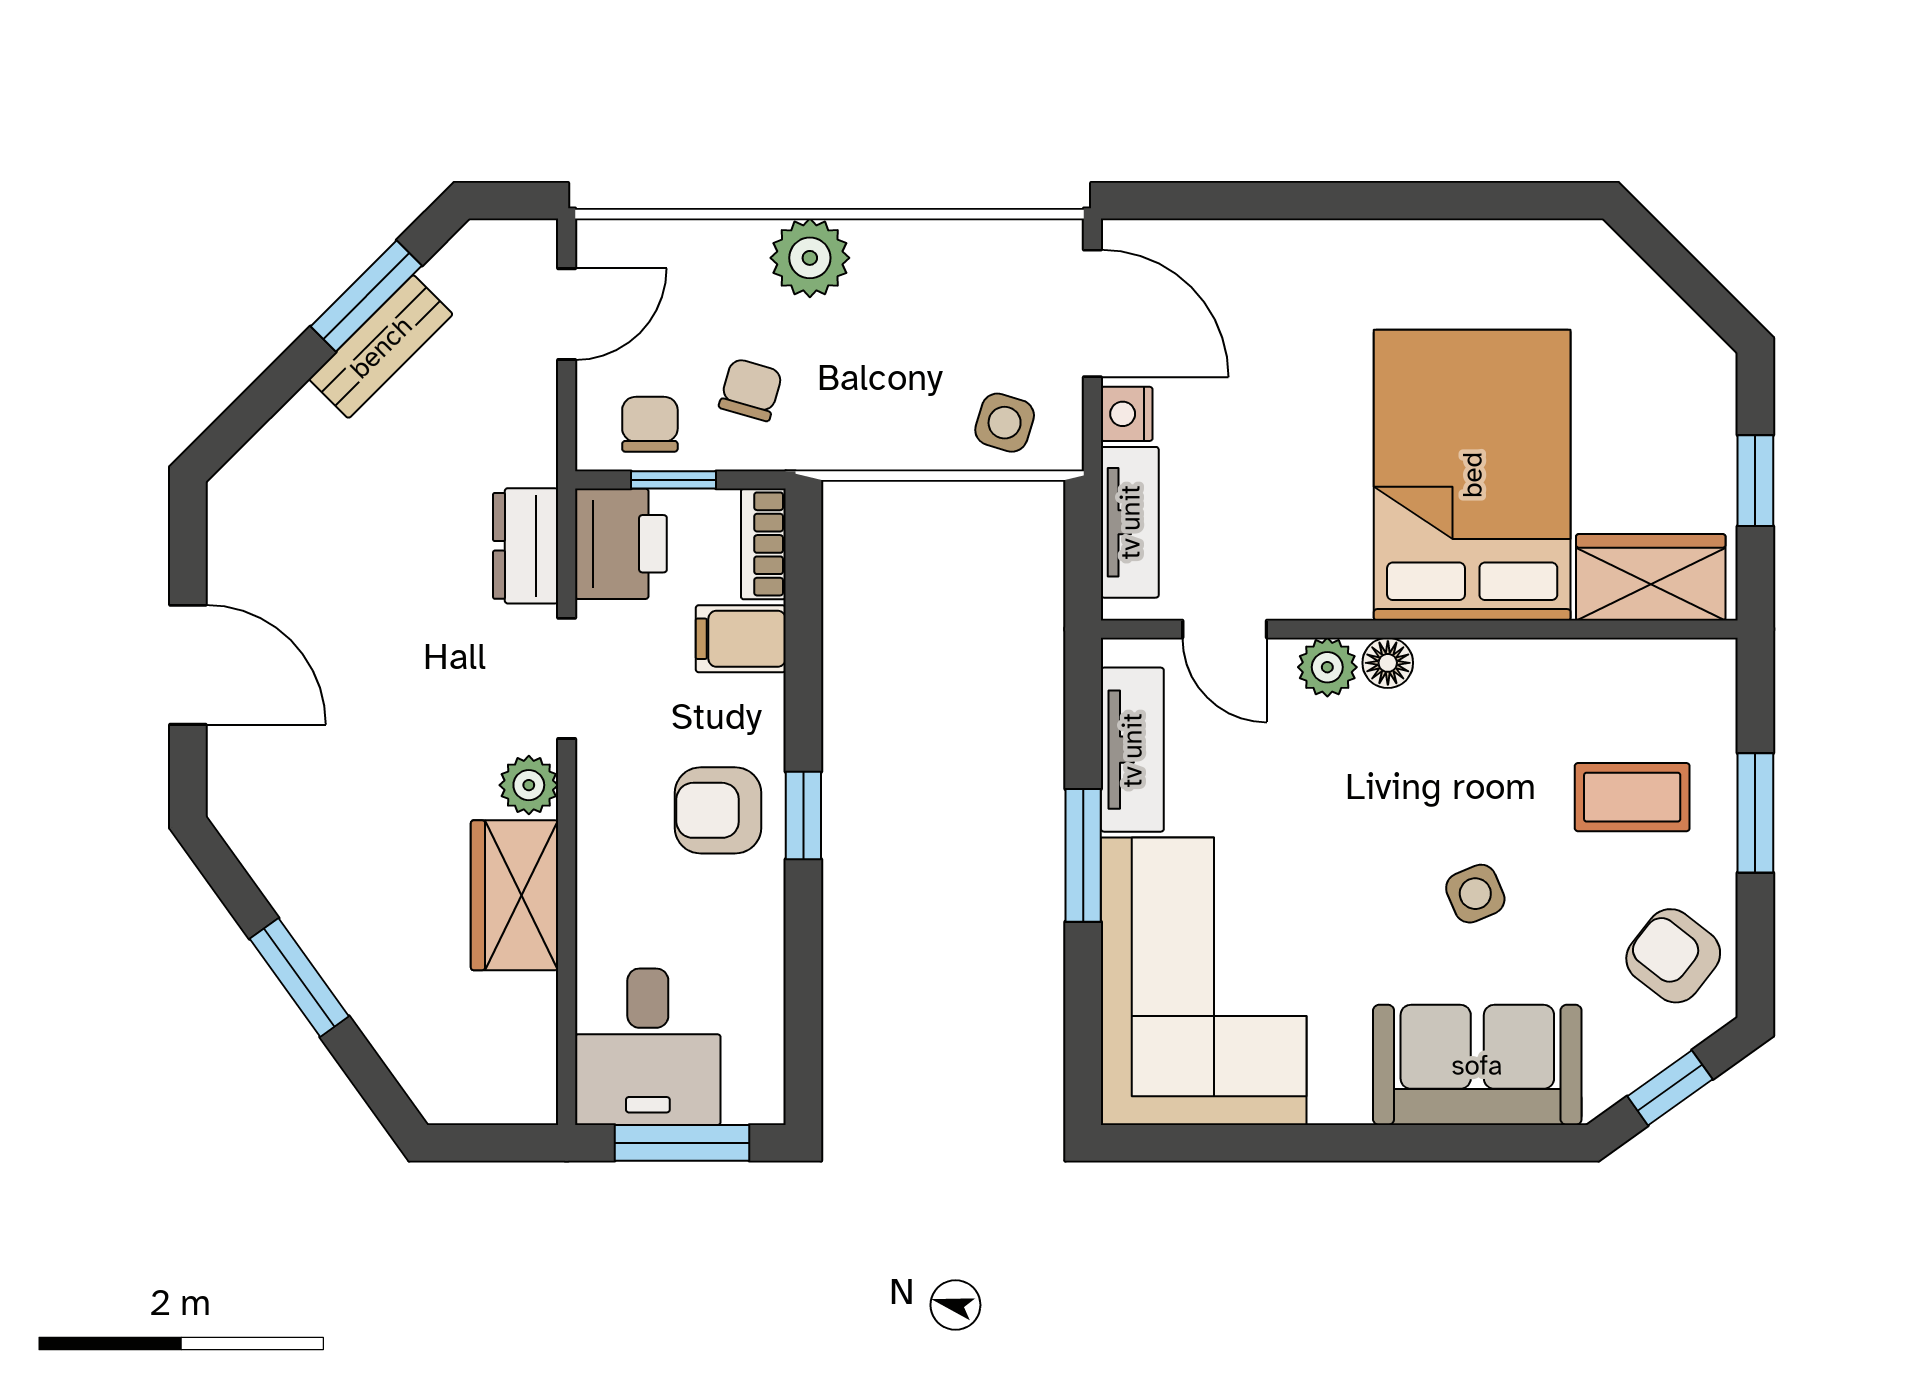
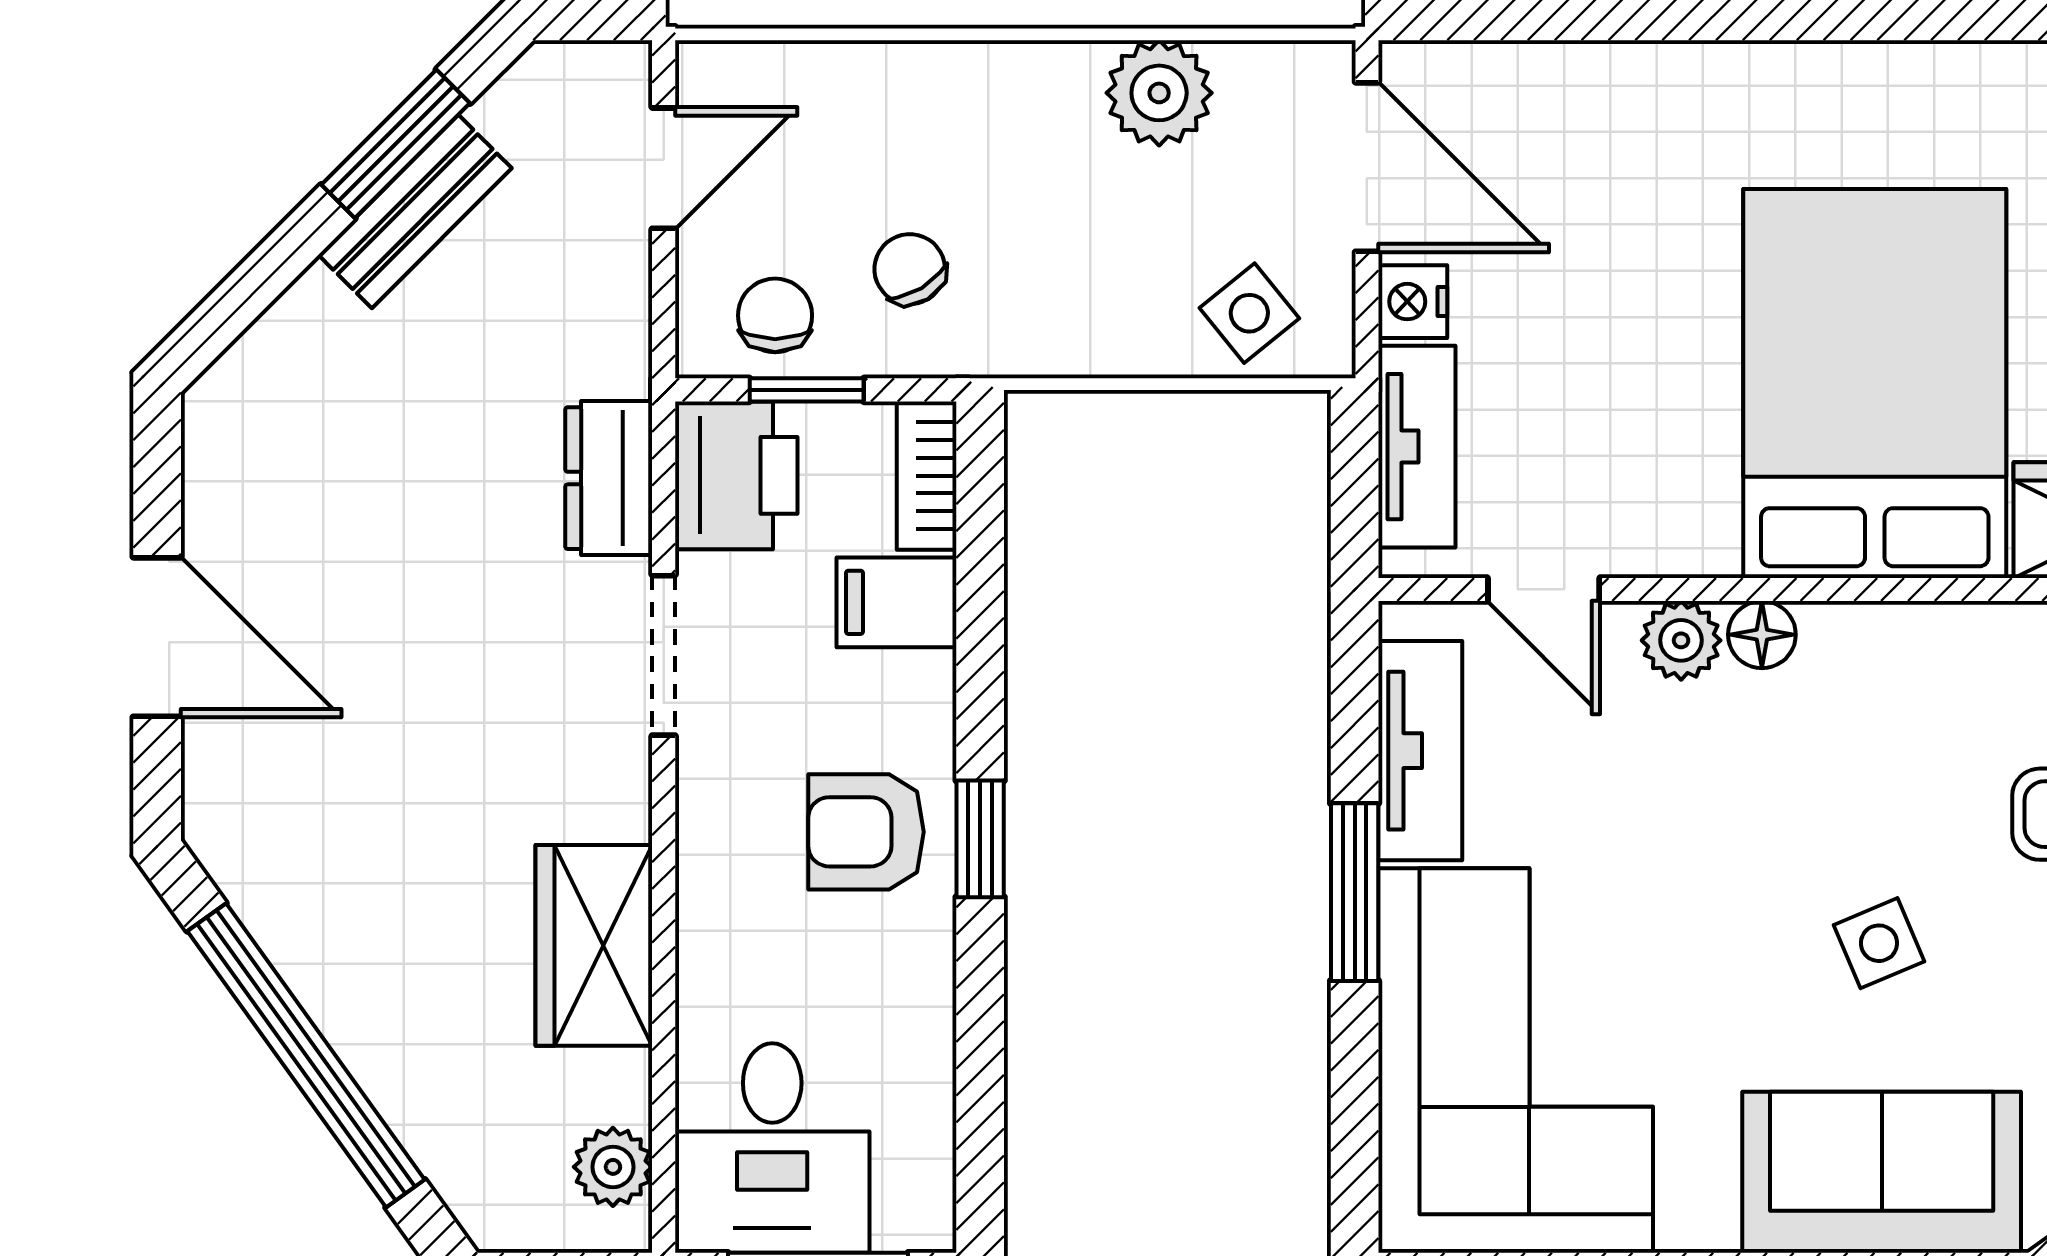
plant: (810, 258) -> (1159, 93), moved
chair: (751, 390) -> (910, 269), turned -47
side table: (1005, 423) -> (1249, 313), turned 34
plant: (529, 785) -> (613, 1167), moved
window: (299, 977) -> (306, 1055), width x2.11

